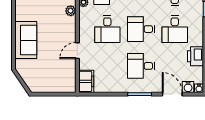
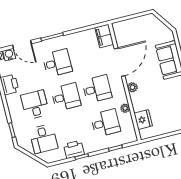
plant: (71, 11) -> (133, 87), moved
desk: (107, 29) -> (97, 89), turned 90
door: (77, 51) -> (120, 62), width x1.87

